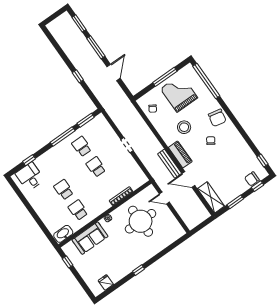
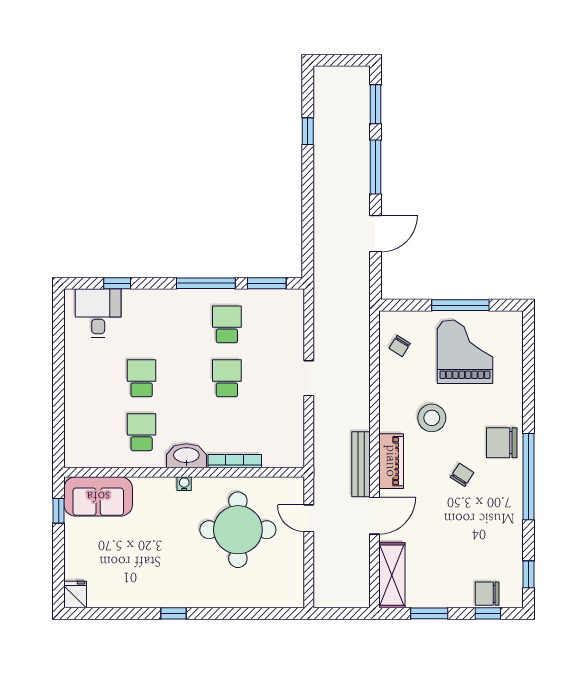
window: (78, 76) -> (308, 131), moved
window: (206, 81) -> (529, 477), moved
chair: (217, 118) -> (502, 443), turned 78
door: (188, 179) -> (374, 516), swing flipped
washbasin: (63, 234) -> (186, 456), moved
sofa: (90, 238) -> (98, 496), moved
fridge: (106, 282) -> (75, 594), moved

